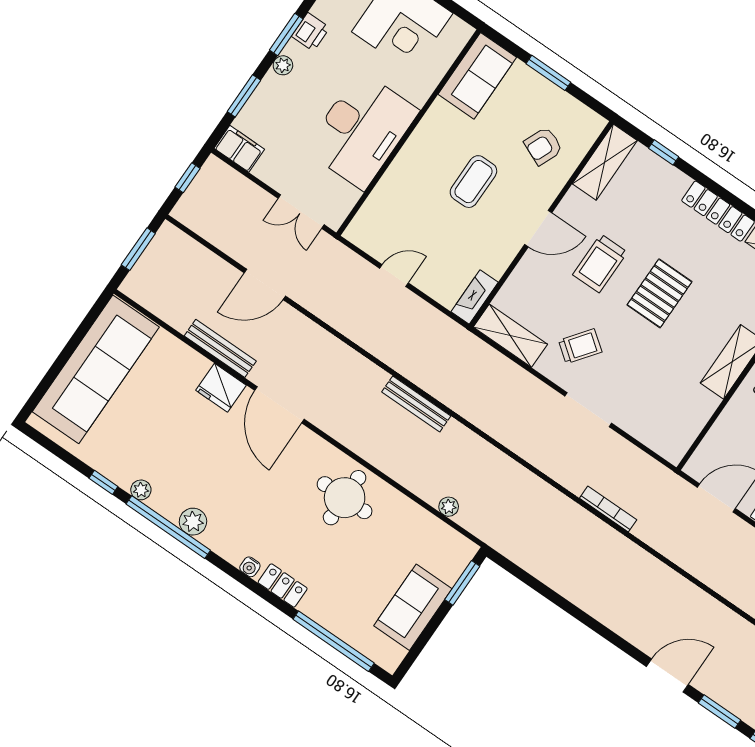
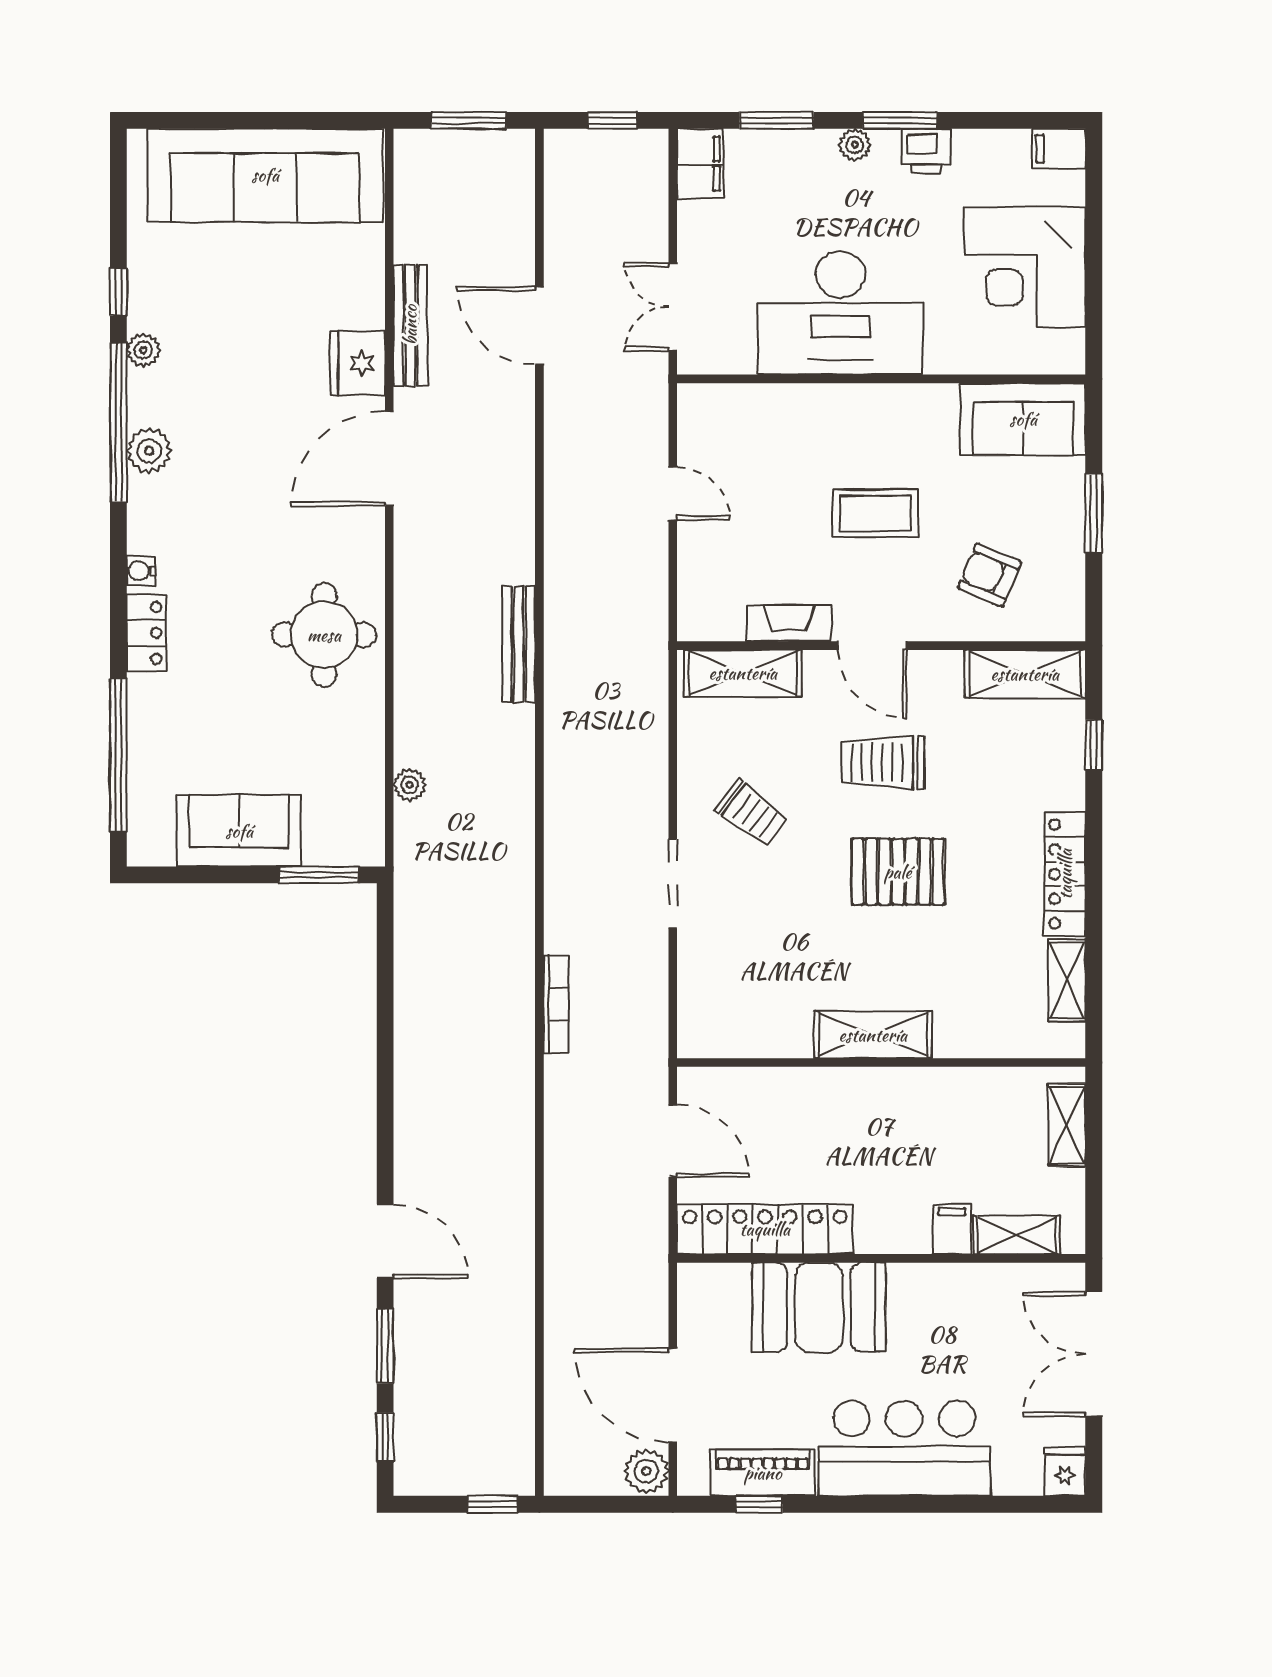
fireplace: (475, 297) -> (789, 623), moved
shelving: (510, 336) -> (743, 673), moved, turned 90

